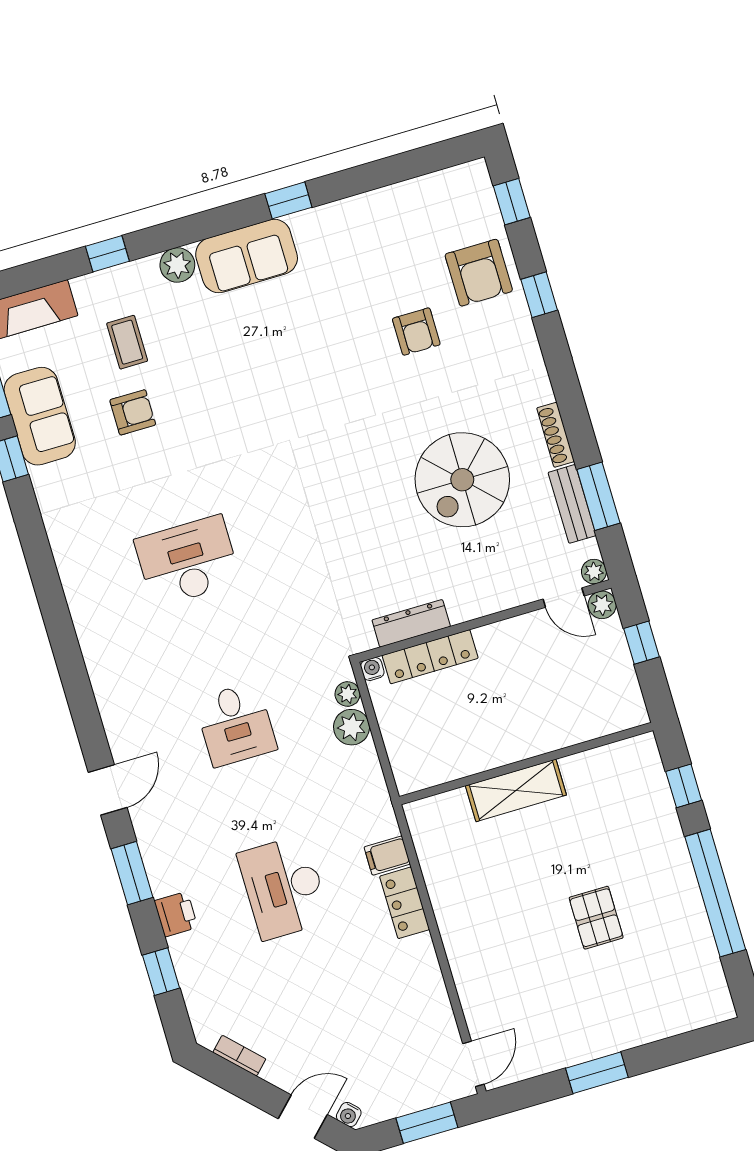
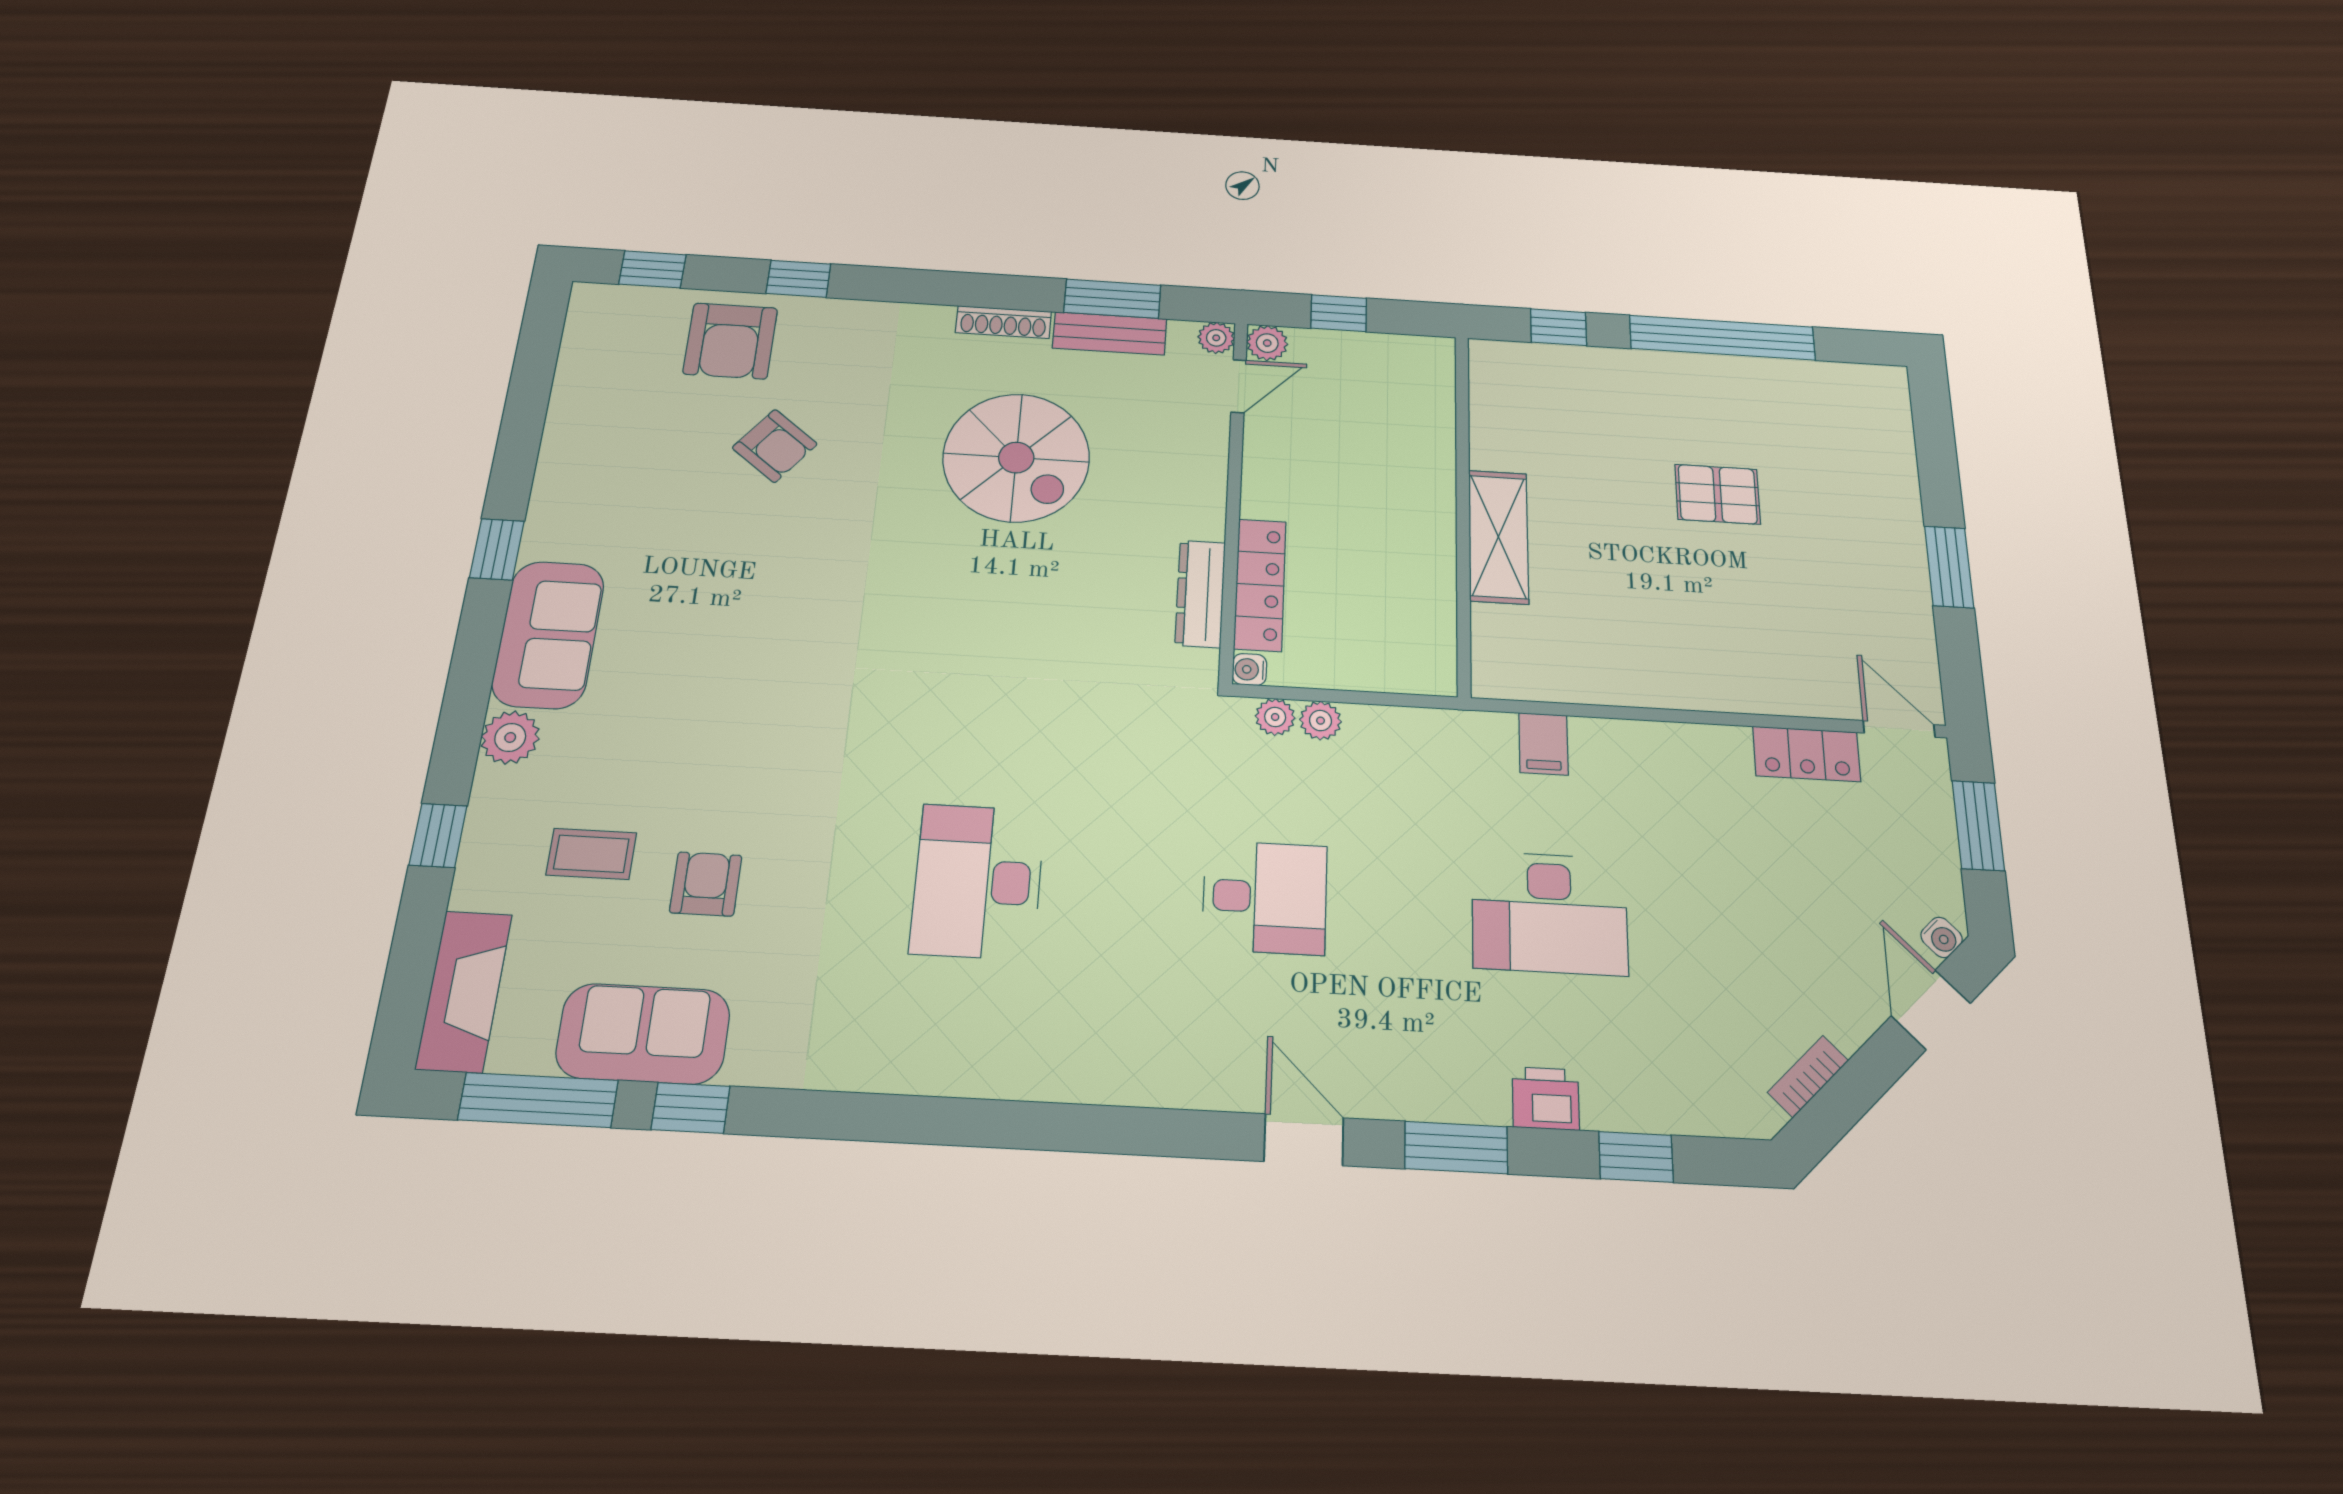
armchair: (479, 273) -> (730, 341), turned 90
armchair: (416, 332) -> (775, 446), turned 38
plant: (352, 727) -> (1321, 721), width x0.73, depth x0.73
locker: (405, 903) -> (1807, 754), moved

